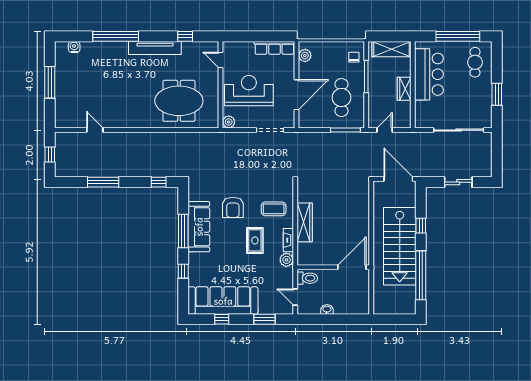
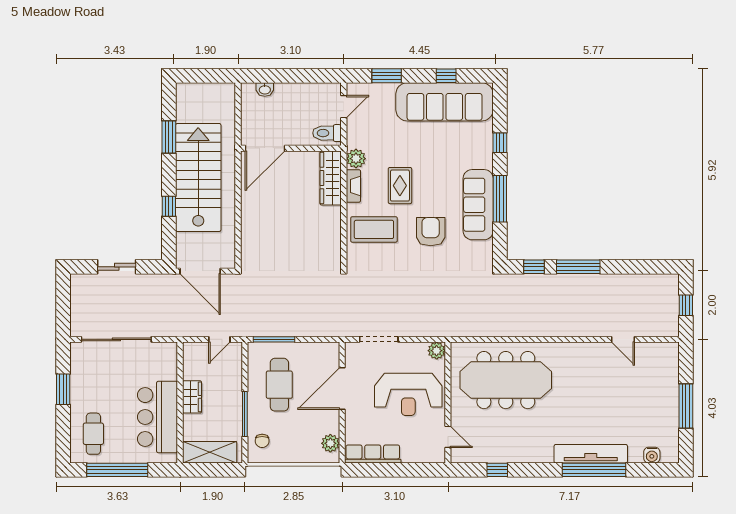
tv unit: (155, 48) -> (591, 454), moved
meeting table: (179, 101) -> (506, 380), width x1.36
window: (103, 182) -> (578, 267), moved
coffee table: (274, 209) -> (374, 229), width x1.36, depth x1.32
wardrobe: (305, 222) -> (331, 178), moved
window: (421, 275) -> (169, 137), width x0.47
door: (295, 297) -> (344, 107), hinge flipped
washbasin: (327, 309) -> (265, 89), moved

